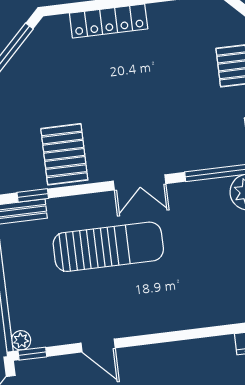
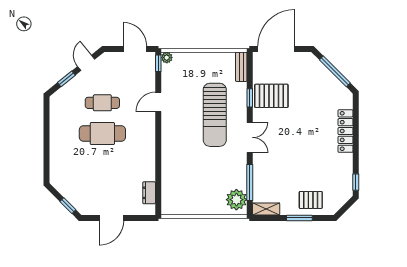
double door: (140, 182) -> (250, 137), swing flipped
window: (33, 195) -> (250, 98), moved

